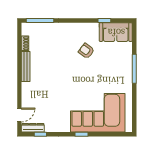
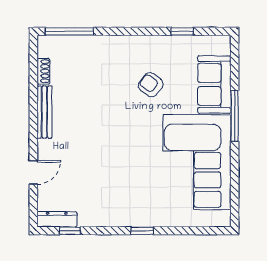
sofa: (116, 32) -> (214, 84), moved, turned 90
corner sofa: (98, 113) -> (197, 162), moved, turned -90
door: (19, 115) -> (33, 172), moved

